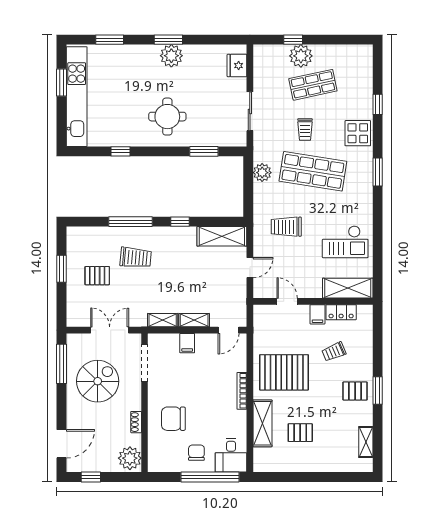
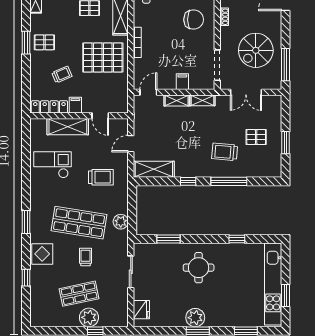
shelving: (348, 288) -> (68, 127), moved
locker: (341, 312) -> (49, 107), width x1.53

